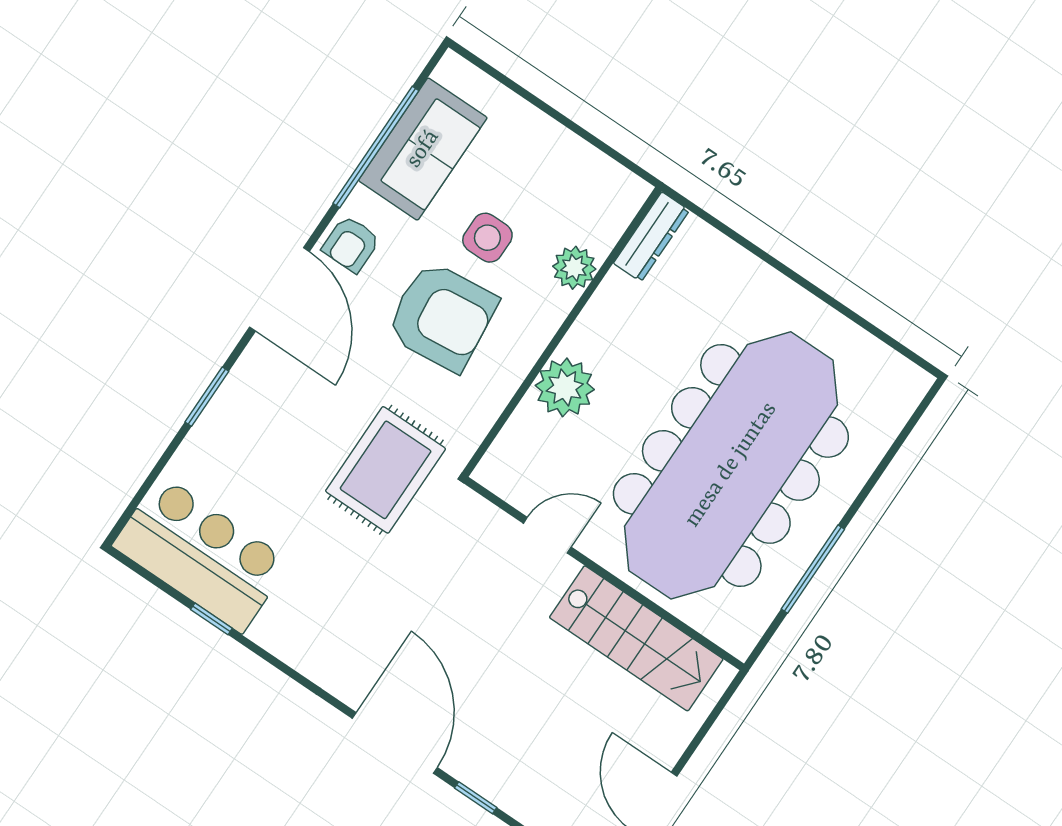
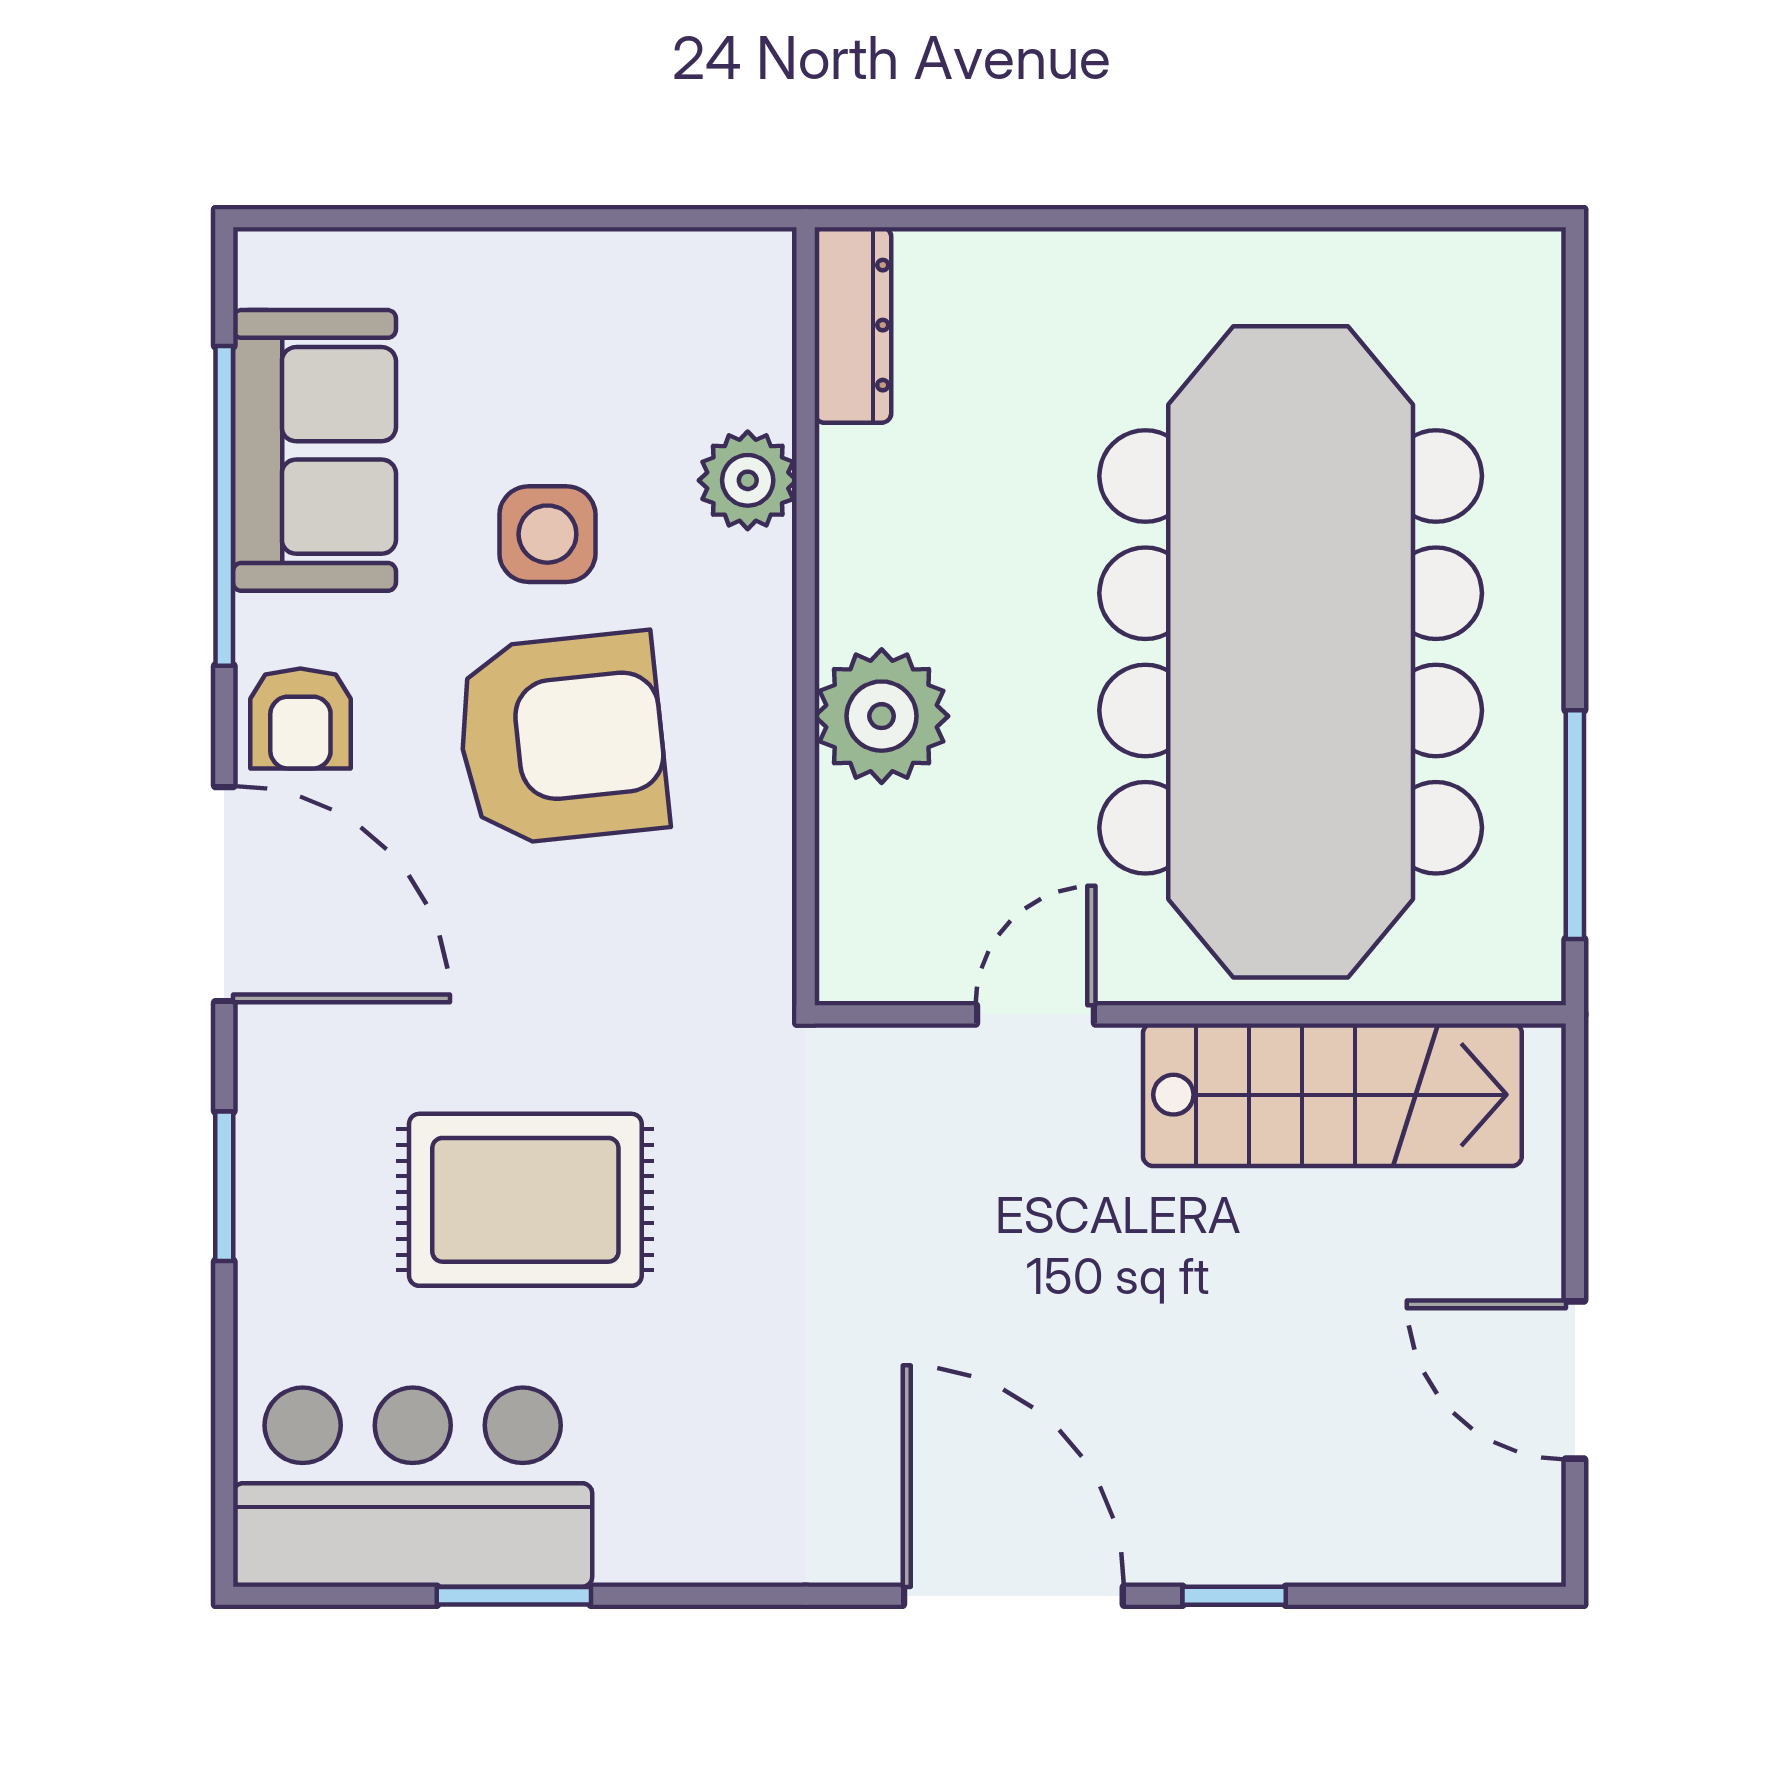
rug: (386, 470) -> (525, 1200), moved, turned 90
window: (813, 569) -> (1575, 825), moved
window: (211, 619) -> (514, 1596), width x1.50

